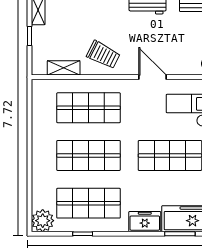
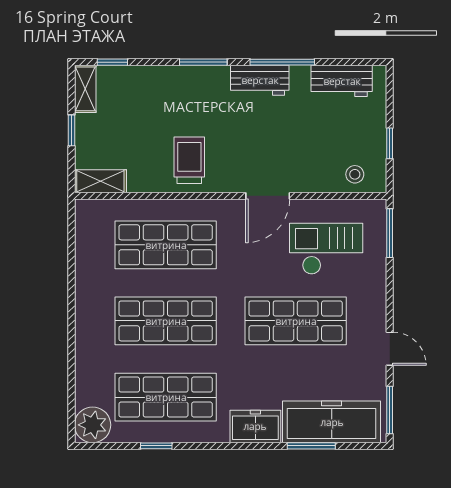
trolley: (103, 55) -> (189, 160), turned -117
shelving: (64, 68) -> (100, 181), moved
door: (153, 77) -> (268, 196), swing flipped

